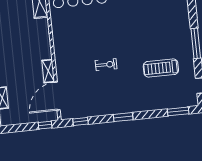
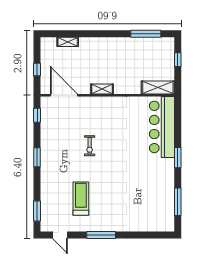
shelving: (48, 71) -> (102, 89), moved
window: (45, 125) -> (37, 70), moved

